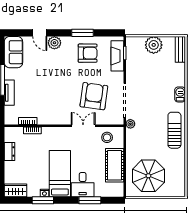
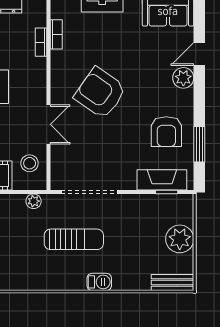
window: (83, 33) -> (199, 144), moved
armchair: (94, 96) -> (100, 93), moved, turned -153
plant: (130, 124) -> (34, 201), moved
sun lounger: (174, 130) -> (74, 239), moved

